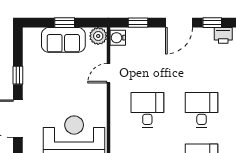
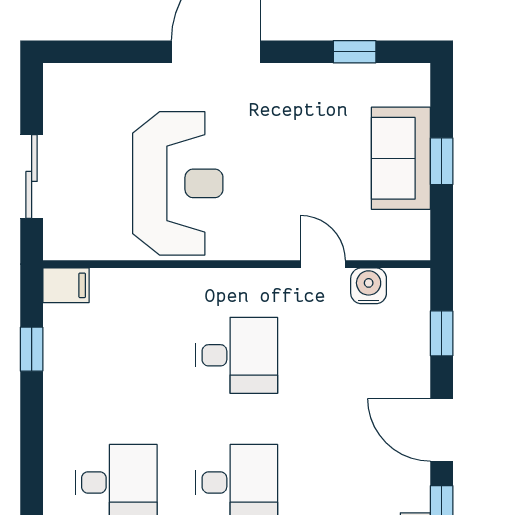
plant: (98, 36) -> (410, 240), removed
water cooler: (118, 38) -> (369, 286), moved
window: (18, 75) -> (355, 52), moved

